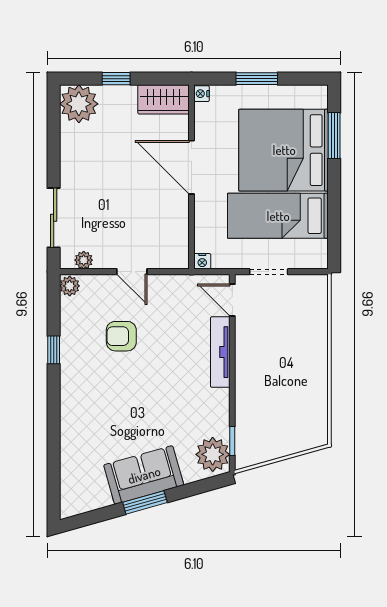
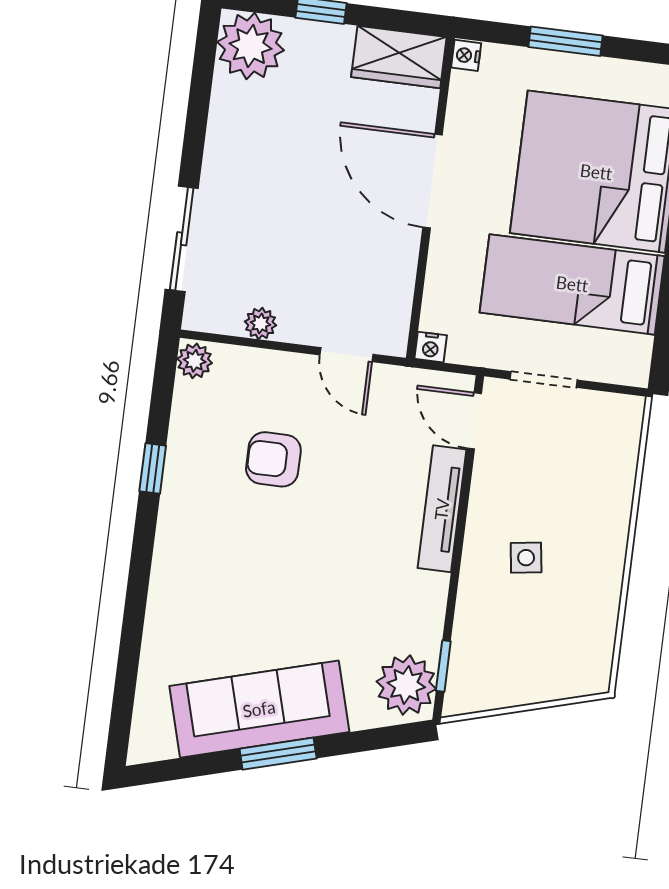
plant: (84, 260) -> (260, 323), moved
door: (132, 272) -> (346, 355), moved
side table: (271, 374) -> (526, 558), added
sofa: (144, 475) -> (259, 709), width x1.36

